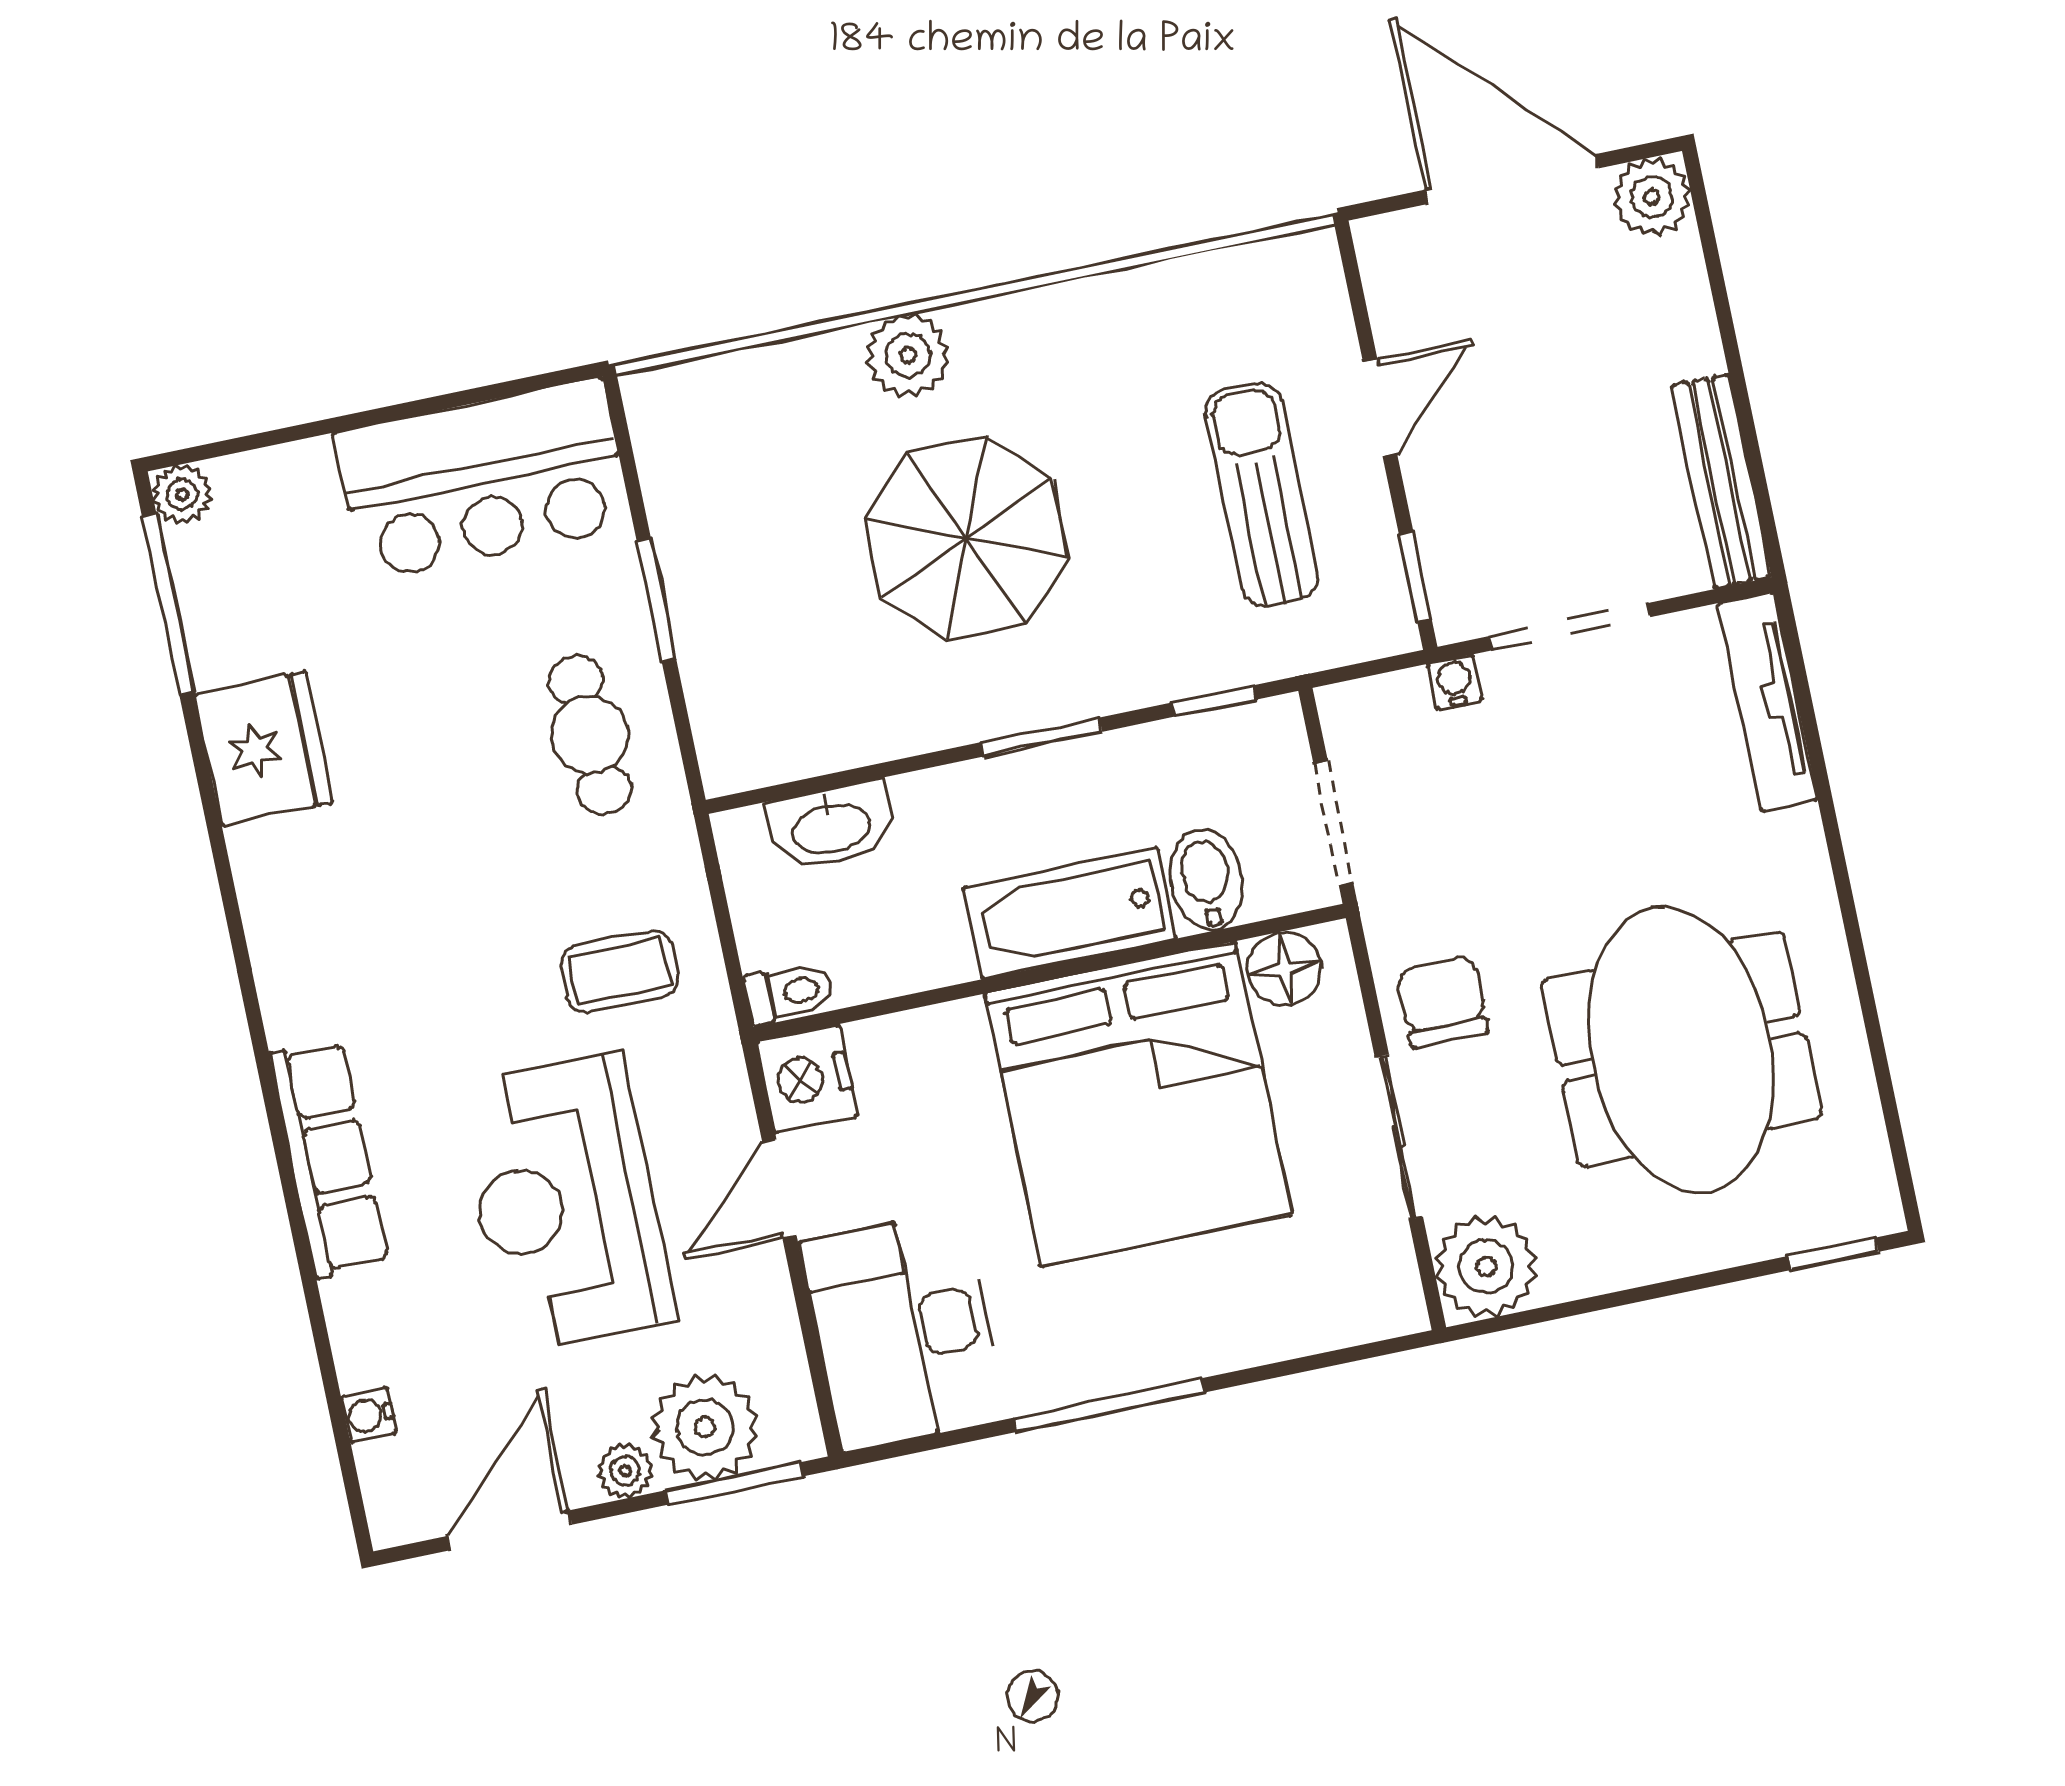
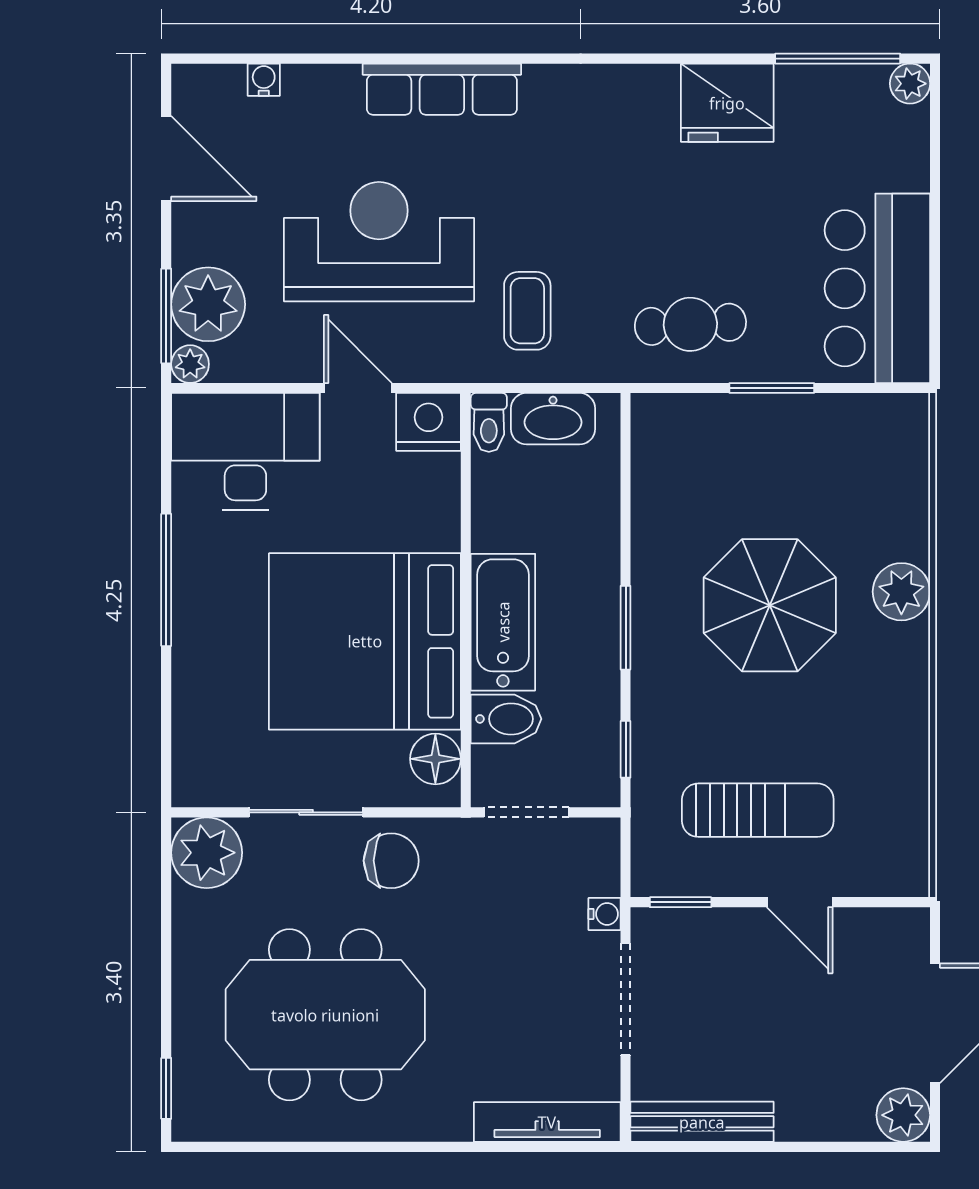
washbasin: (830, 827) -> (553, 419), moved, turned -90
plant: (625, 1471) -> (190, 364), moved

